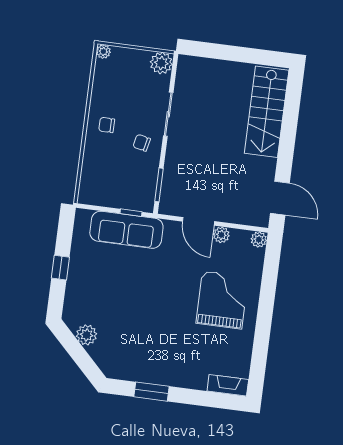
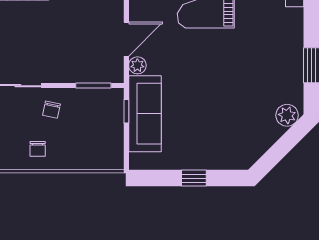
plant: (221, 235) -> (137, 65), moved
plant: (87, 335) -> (287, 115), moved

